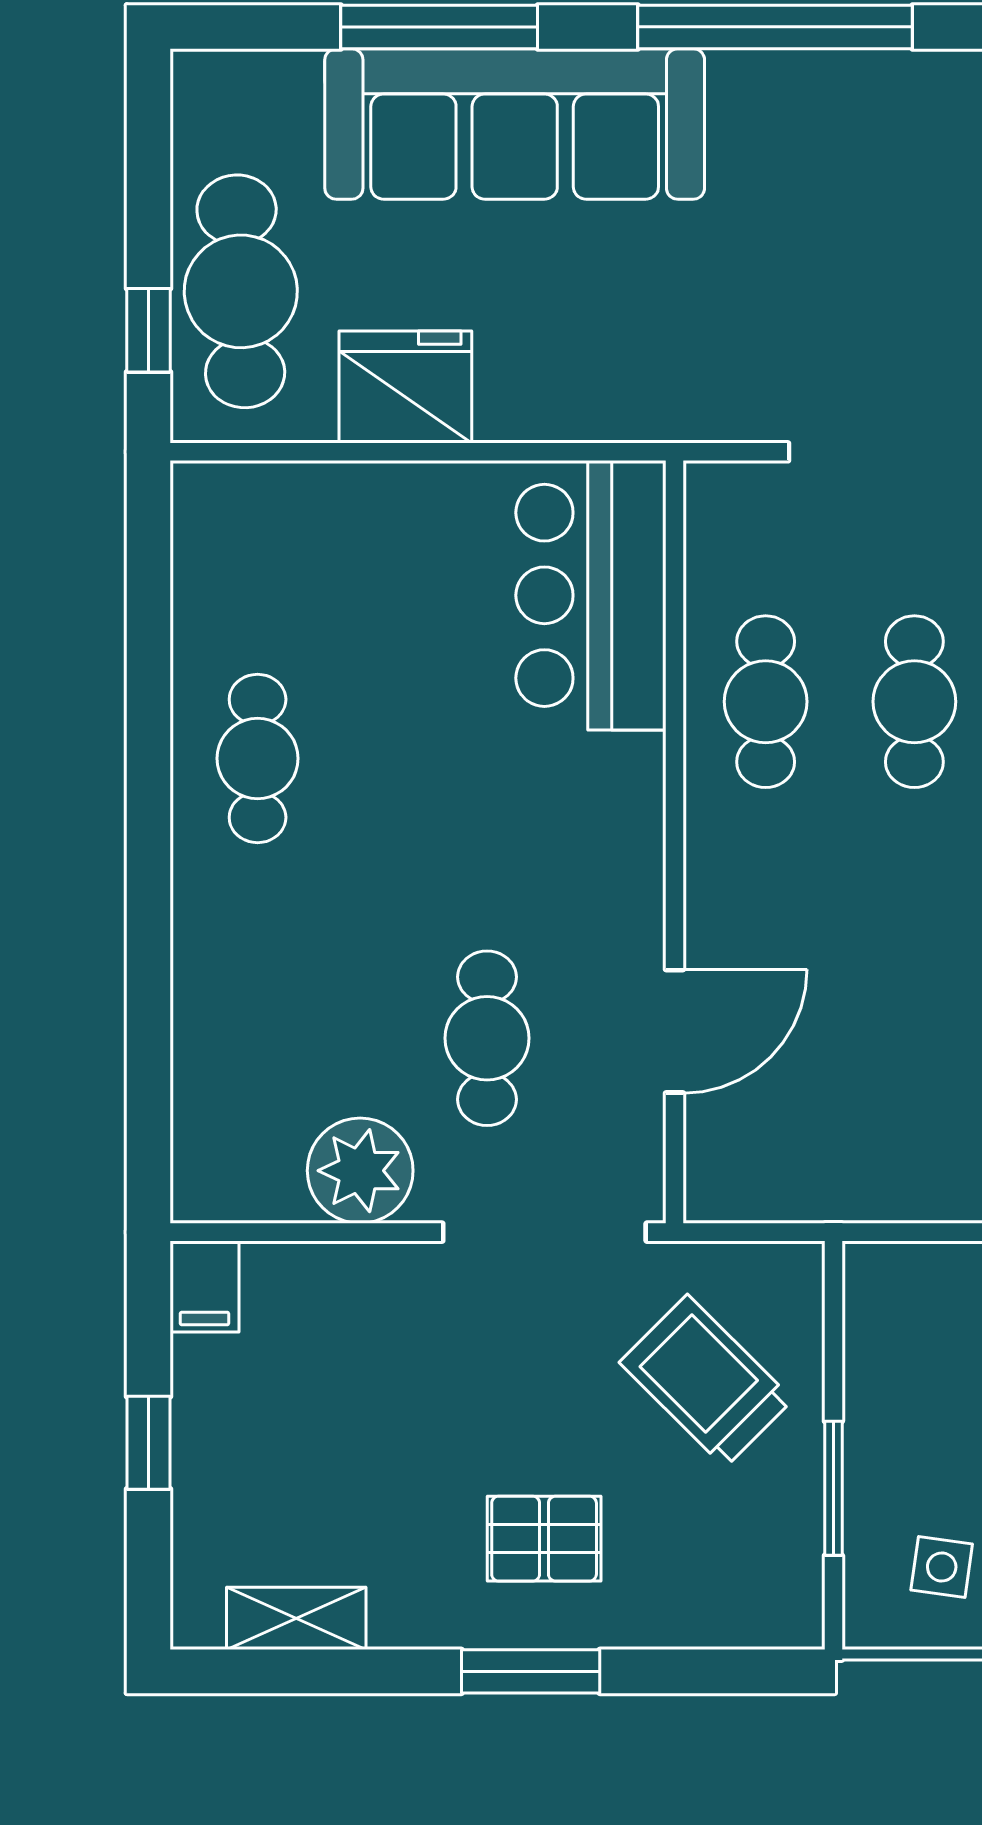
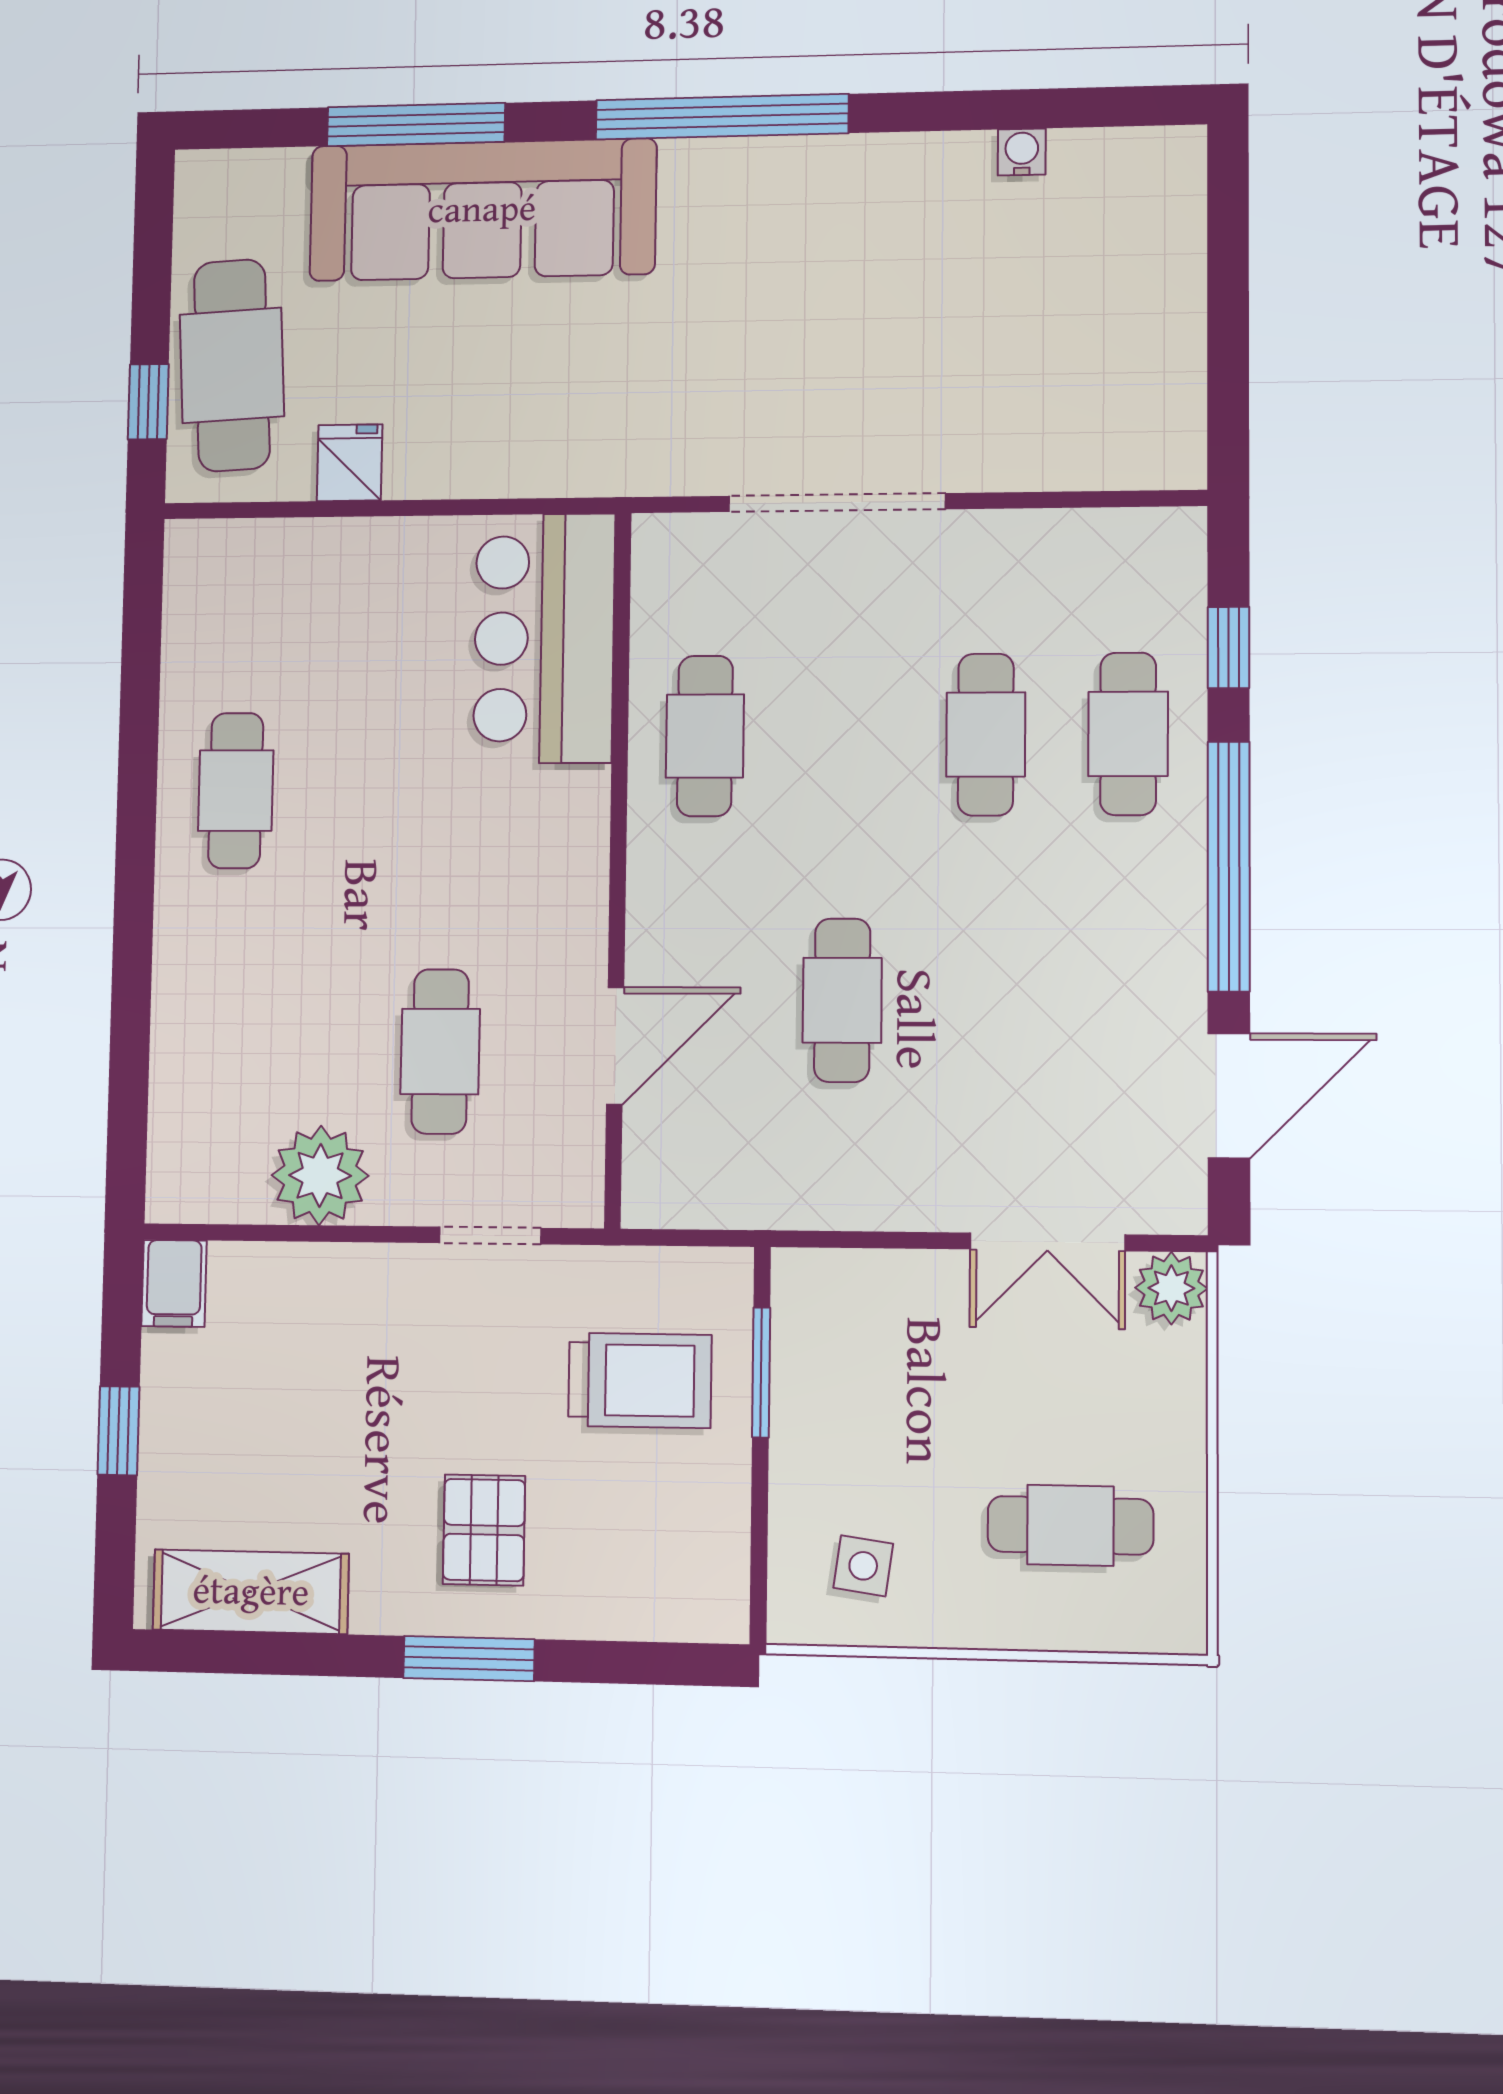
fridge: (405, 387) -> (350, 463), width x0.53, depth x0.75
cafe table: (914, 702) -> (842, 1000), moved
doorway: (544, 1232) -> (490, 1236), width x0.53
trolley: (706, 1381) -> (640, 1380), turned 135
window: (833, 1488) -> (761, 1372), moved
pallet: (544, 1539) -> (484, 1530), turned 90
shelving: (296, 1618) -> (251, 1592), width x1.50, depth x1.33

